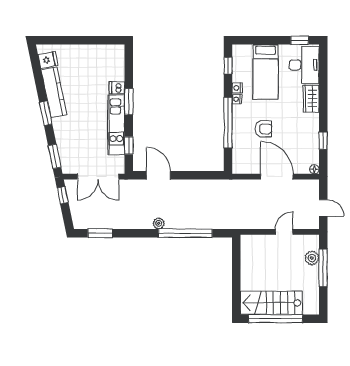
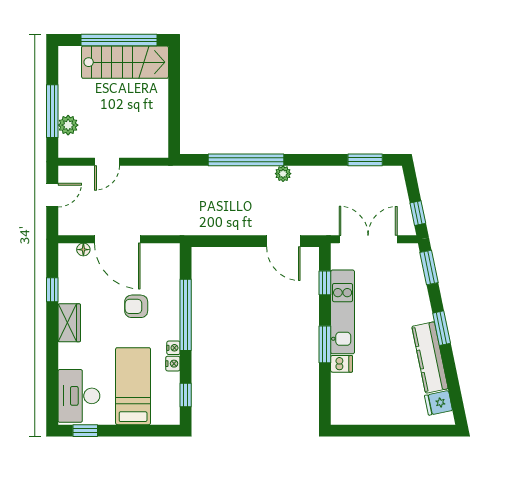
wardrobe: (311, 99) -> (69, 323), moved
floor lamp: (314, 169) -> (83, 250), moved
door: (323, 208) -> (52, 195), swing flipped

